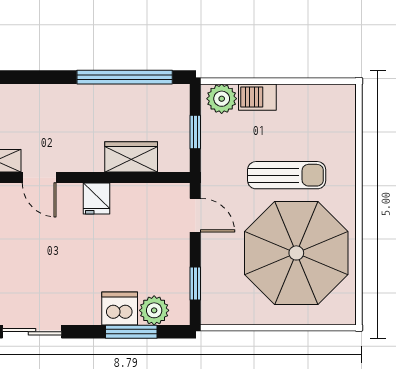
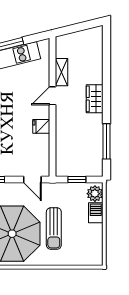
window: (125, 77) -> (106, 141), width x0.68
wardrobe: (131, 157) -> (95, 99), moved, turned 180
door: (195, 215) -> (32, 179), hinge flipped

